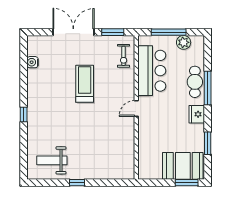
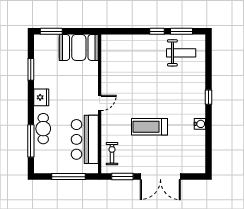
plant: (184, 42) -> (54, 167), removed
water cooler: (33, 62) -> (200, 124), moved
treadmill: (85, 84) -> (150, 127), turned 90
window: (208, 88) -> (31, 141), moved
booth: (183, 166) -> (79, 47), moved
window: (52, 183) -> (181, 31), added

